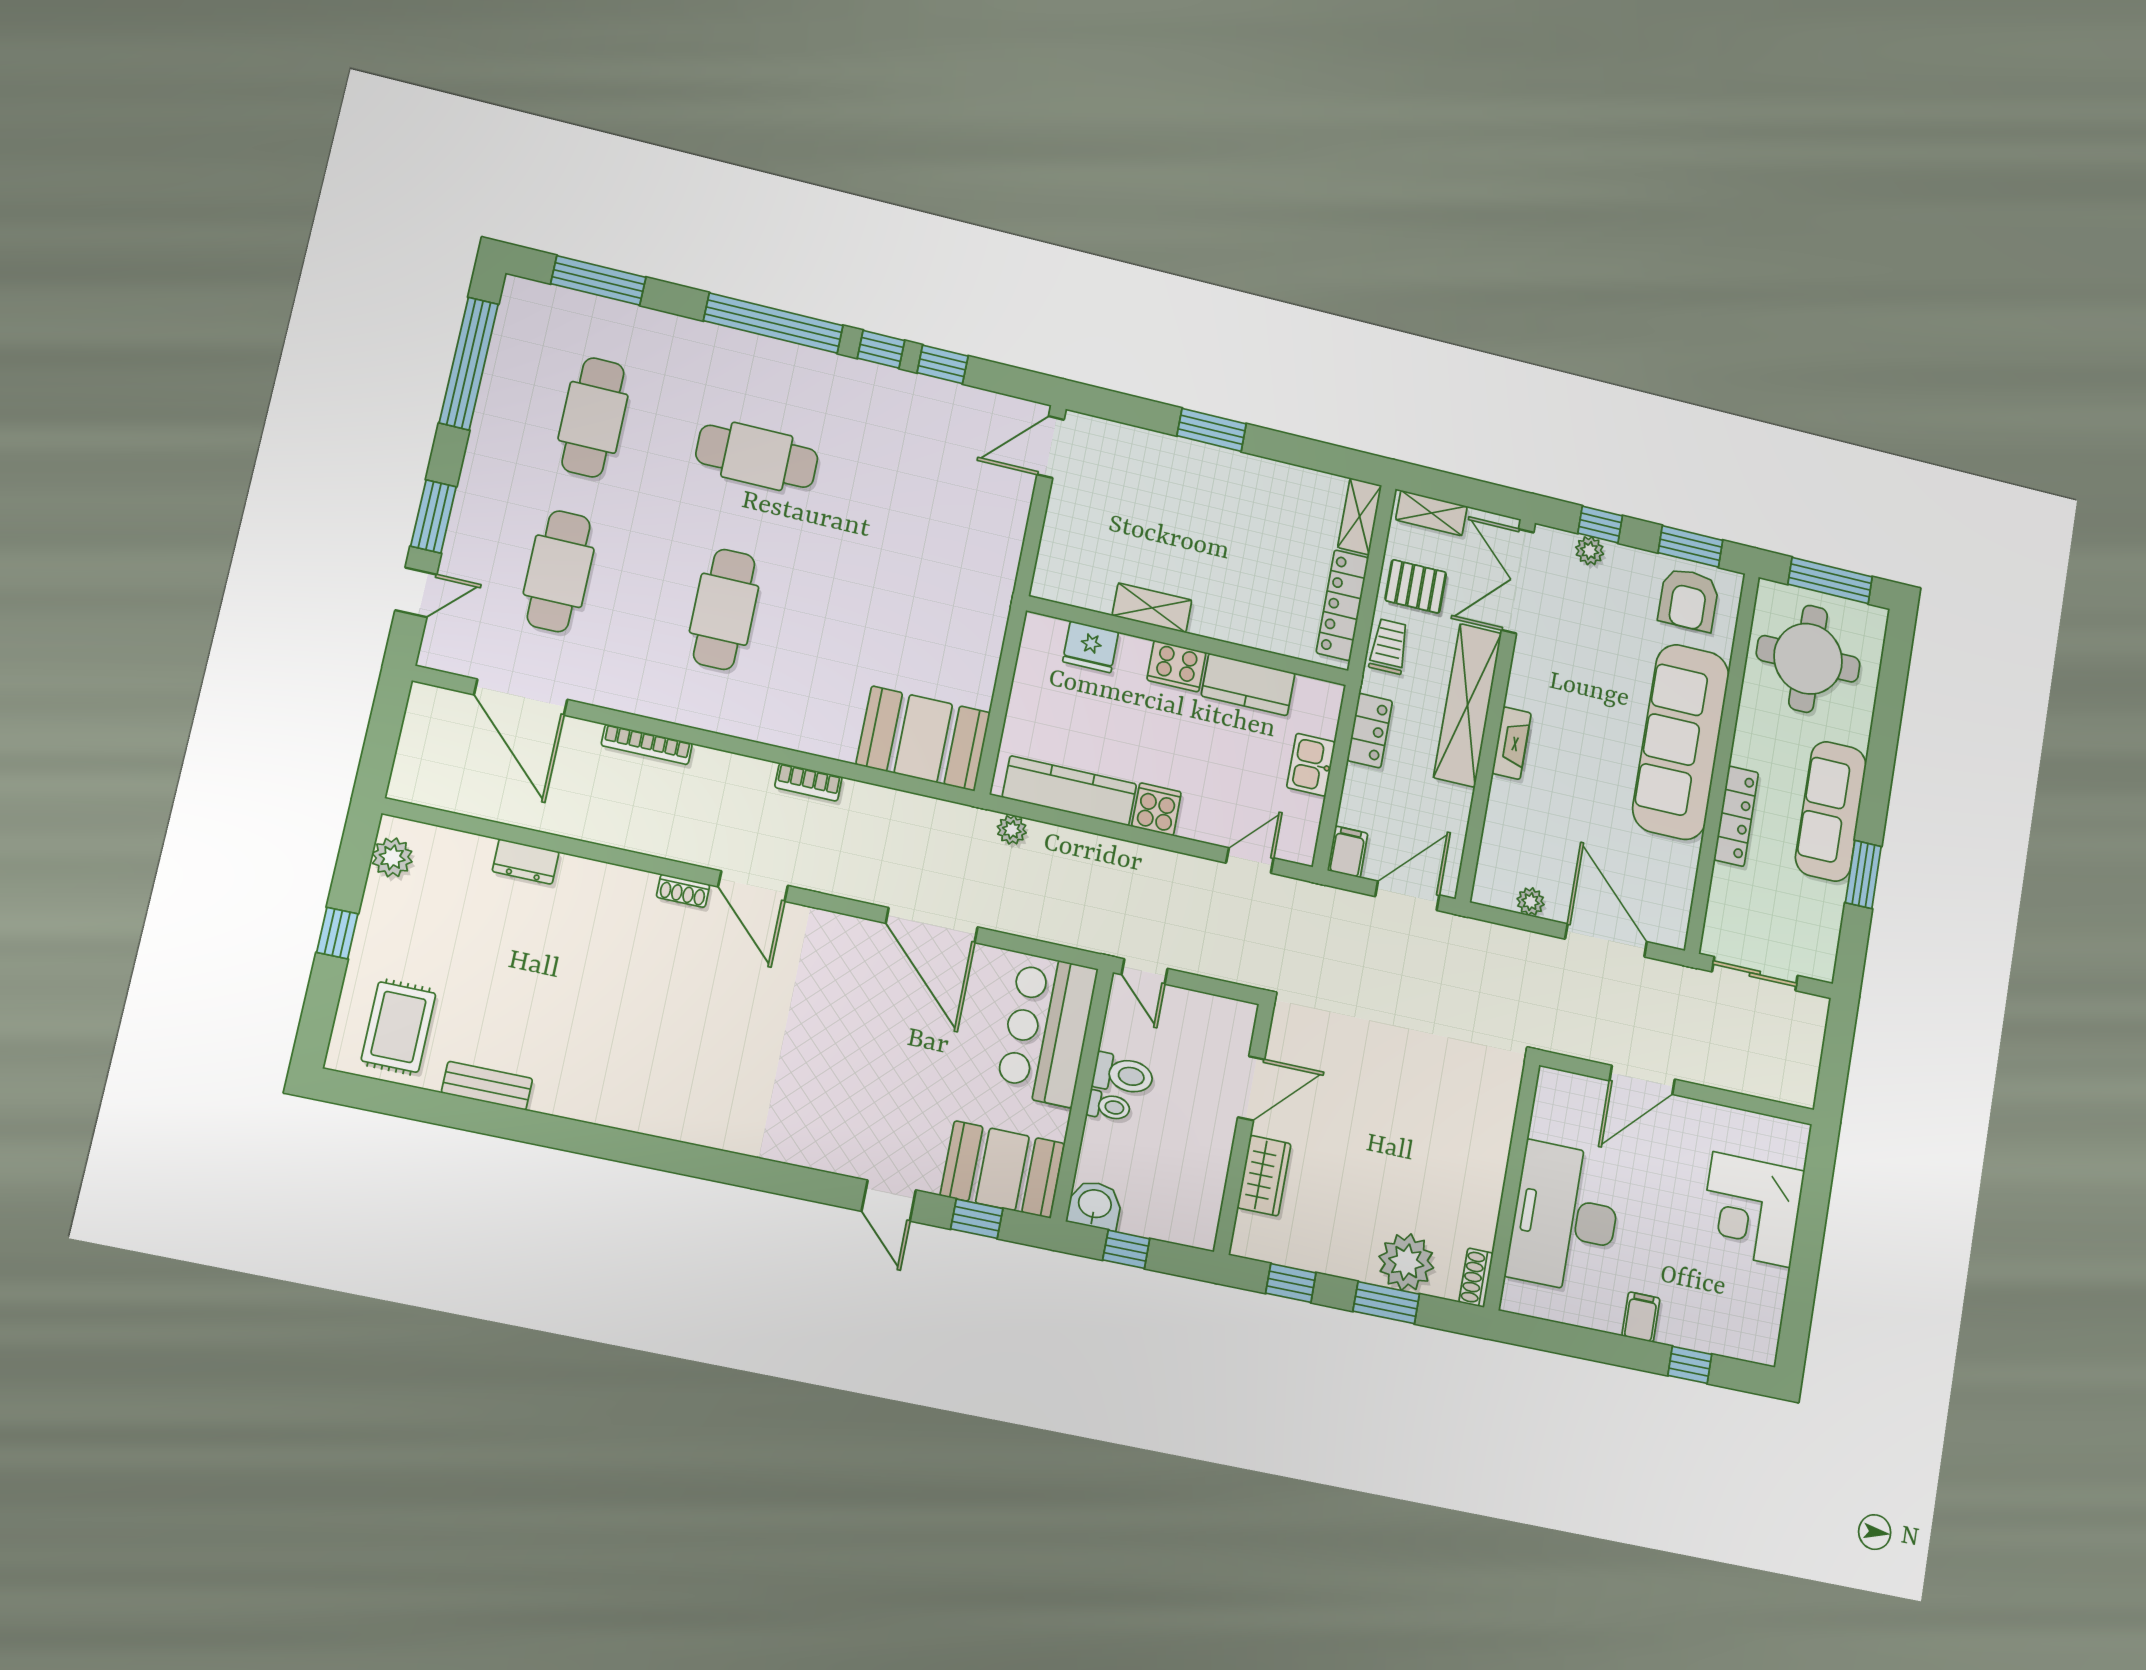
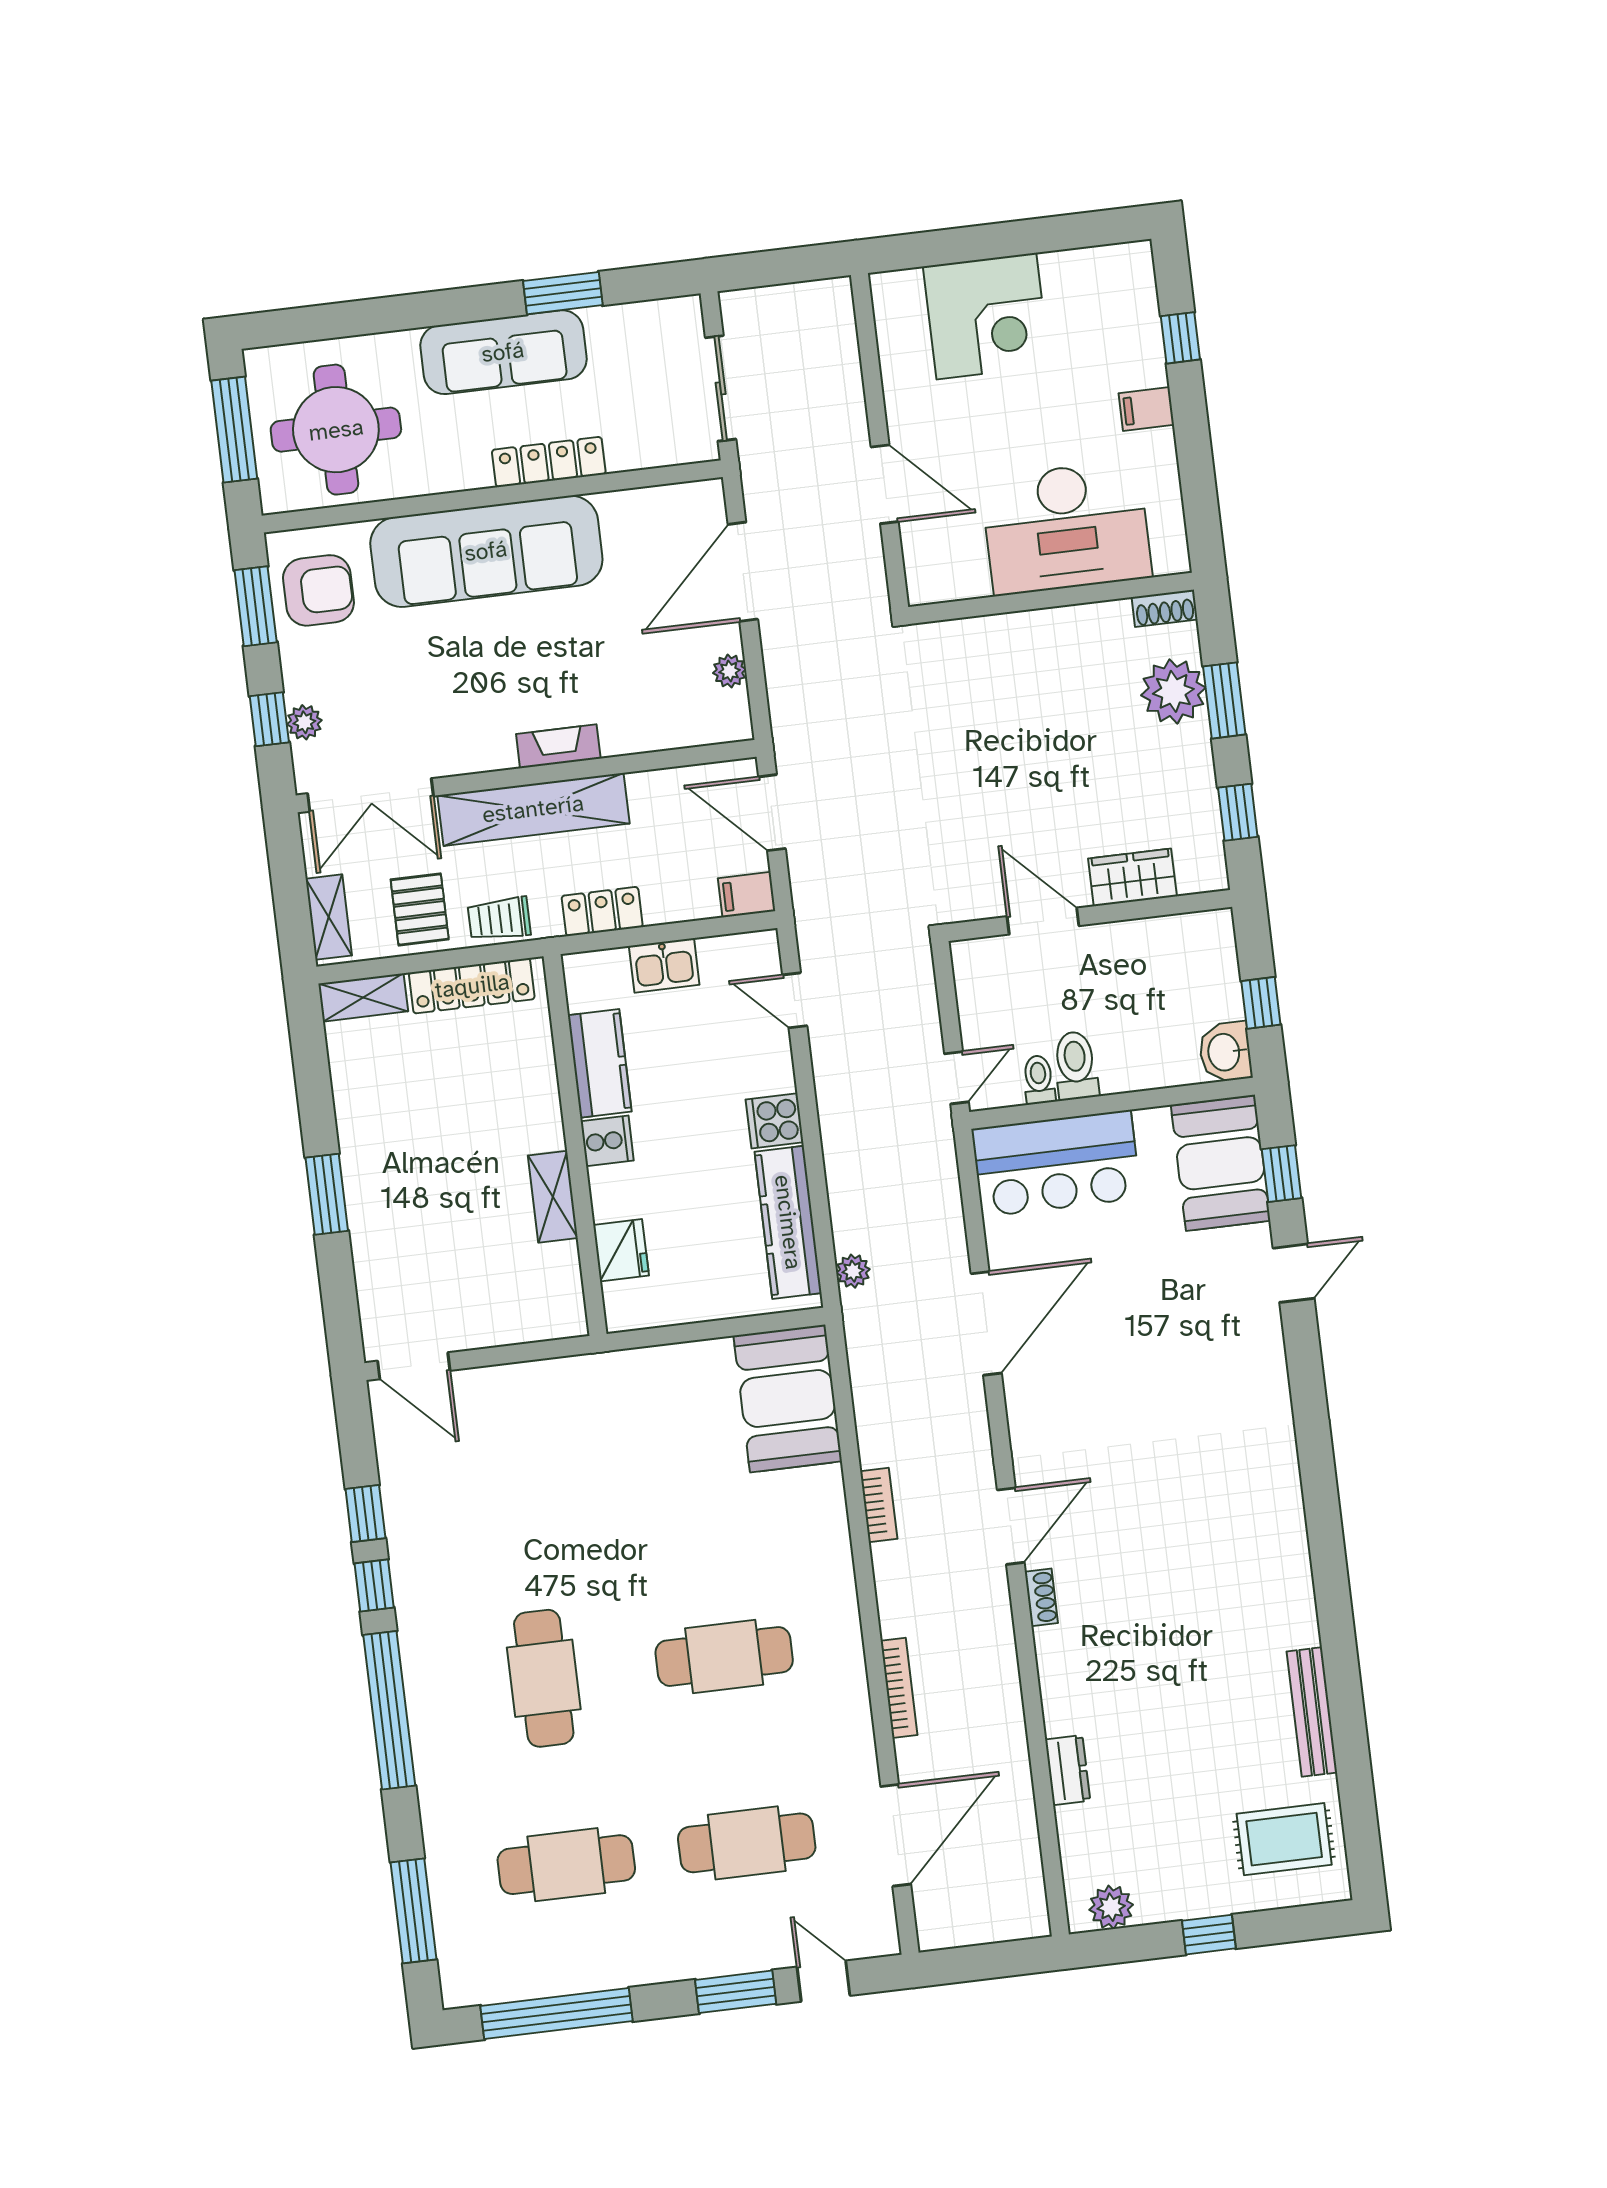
cooker: (1176, 666) -> (607, 1141), width x0.73
bench: (487, 1086) -> (1312, 1712), width x1.36
toilet: (1109, 1106) -> (1039, 1080), moved

